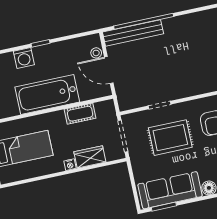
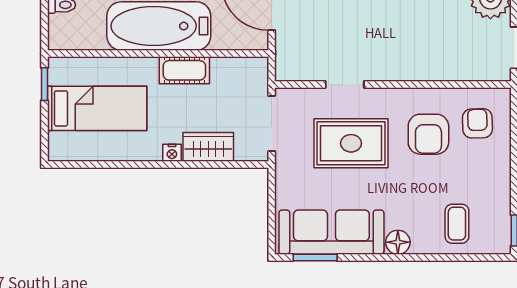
cot: (80, 114) -> (184, 70), moved

